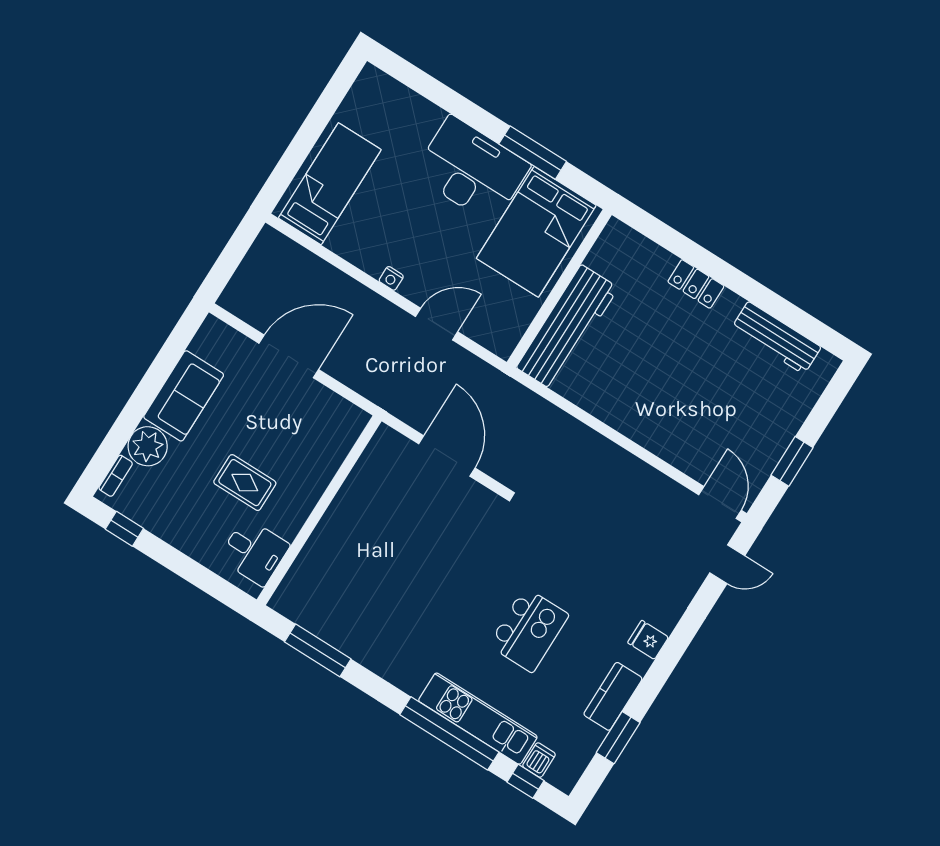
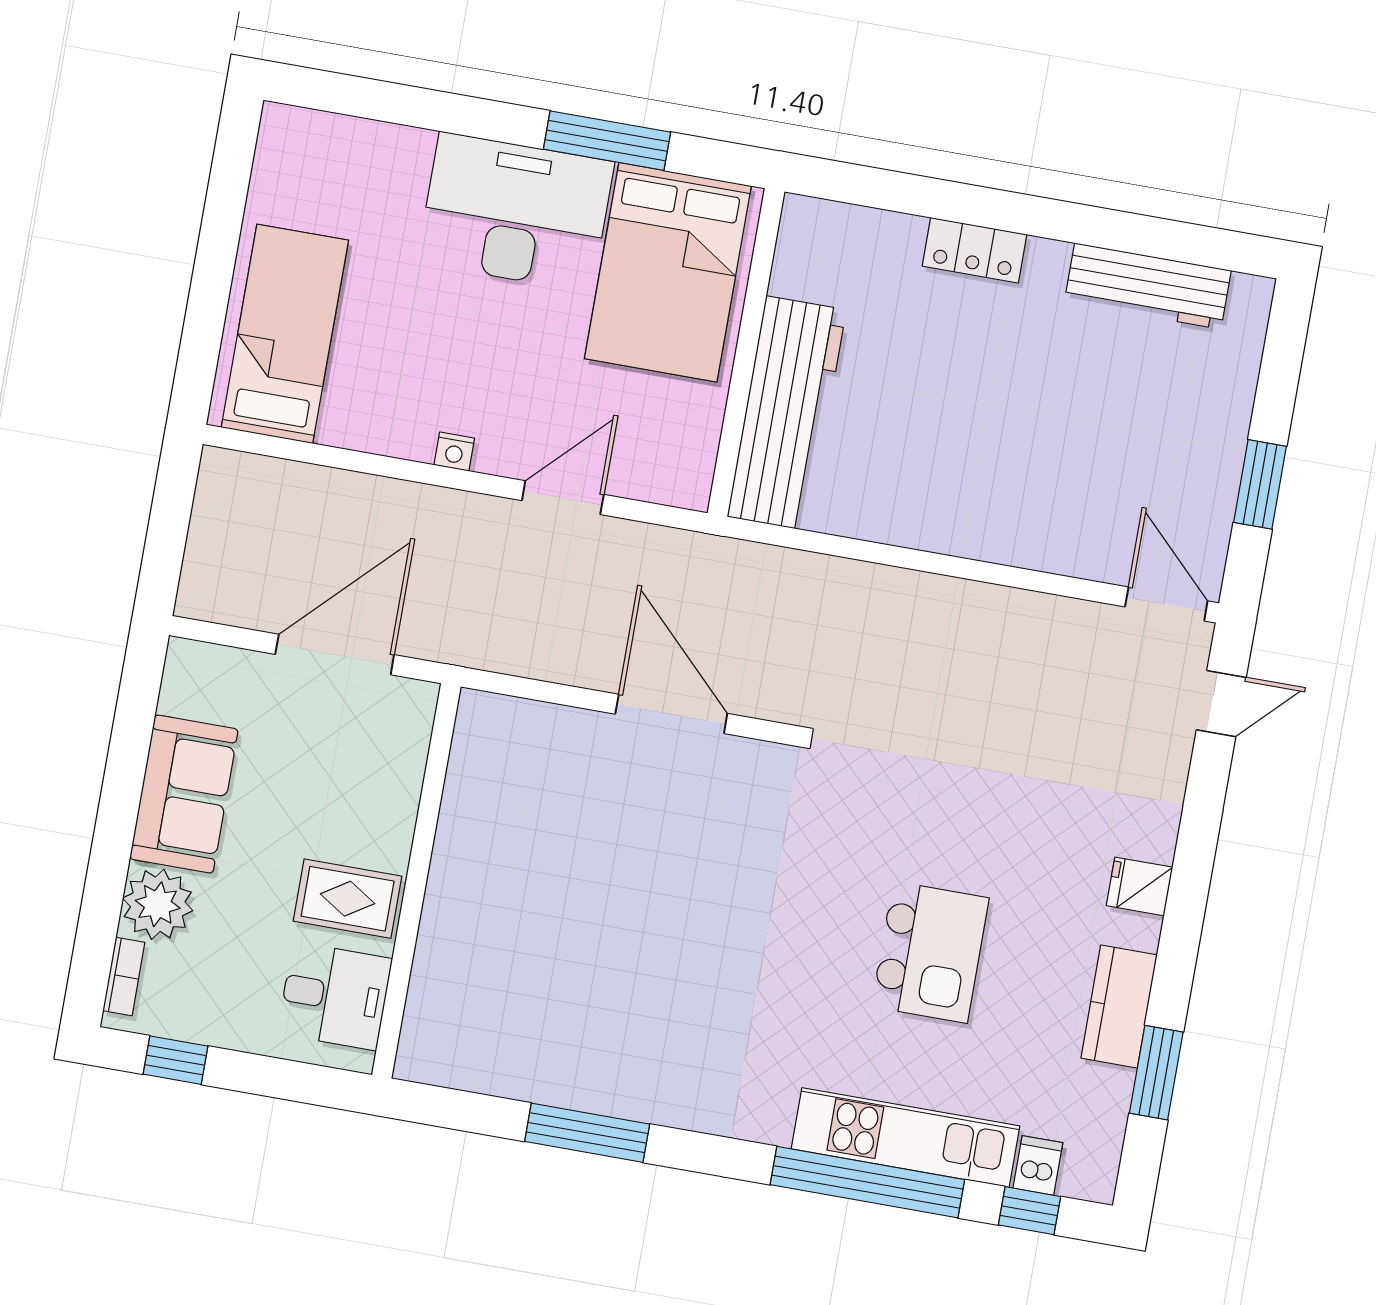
wall: (319, 510) -> (416, 881), moved
desk: (254, 552) -> (335, 996), moved

